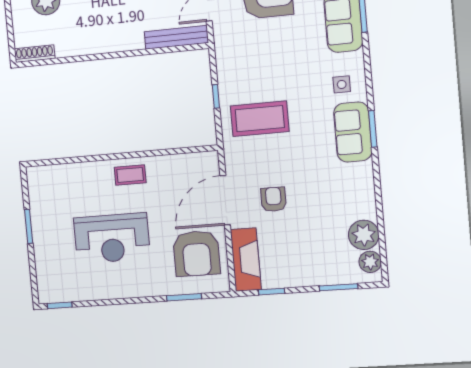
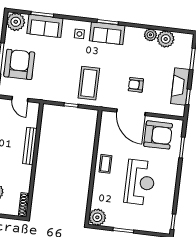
bench: (176, 37) -> (30, 146), moved
plant: (40, 179) -> (97, 217), added
fireplace: (246, 260) -> (180, 87), moved, turned -90
plant: (370, 262) -> (150, 35), moved

